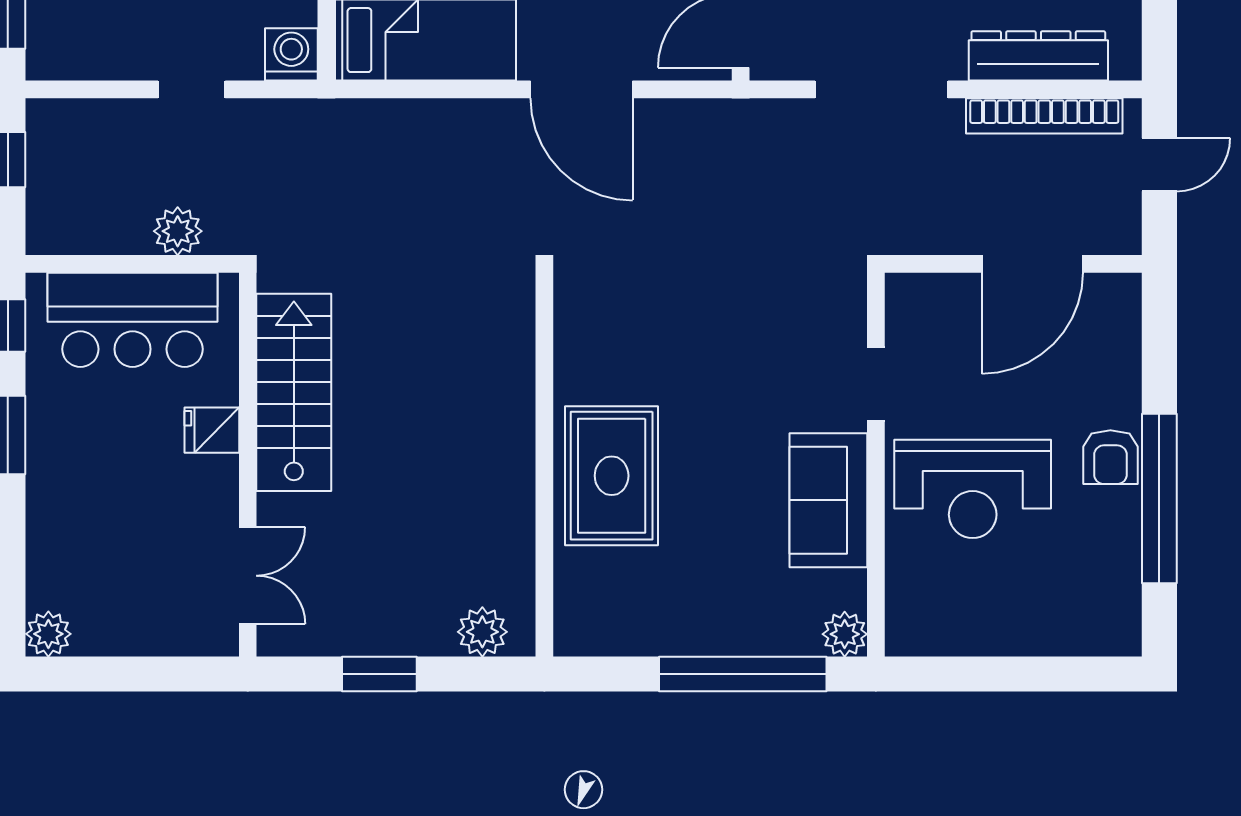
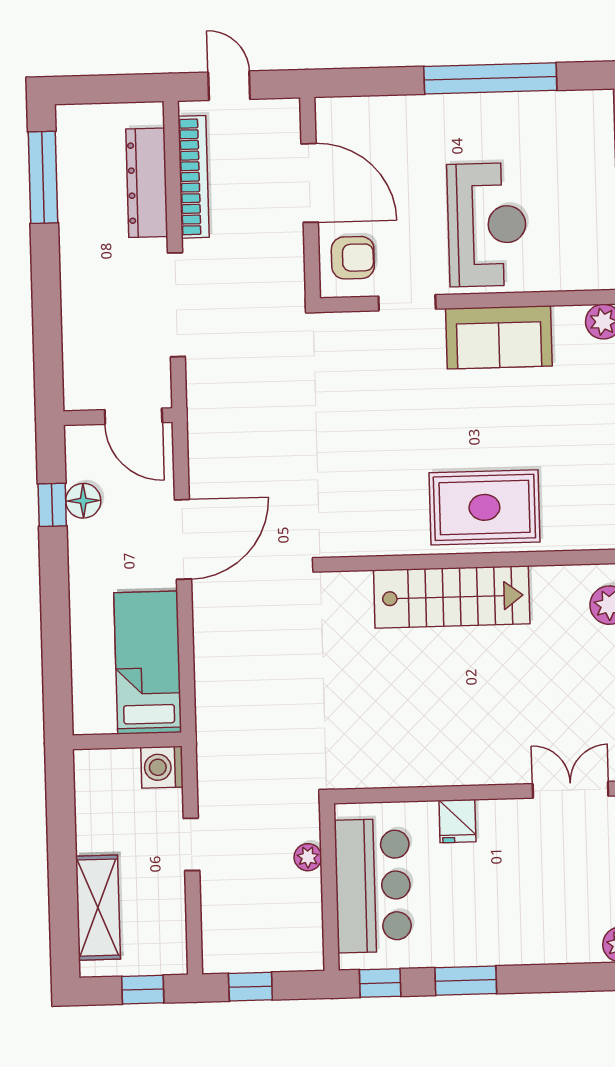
plant: (178, 231) -> (308, 857), width x0.73, depth x0.73
stairs: (294, 392) -> (452, 597), moved, turned 180
armchair: (1110, 457) -> (353, 258), moved

